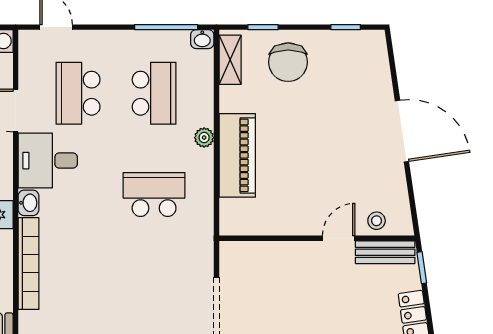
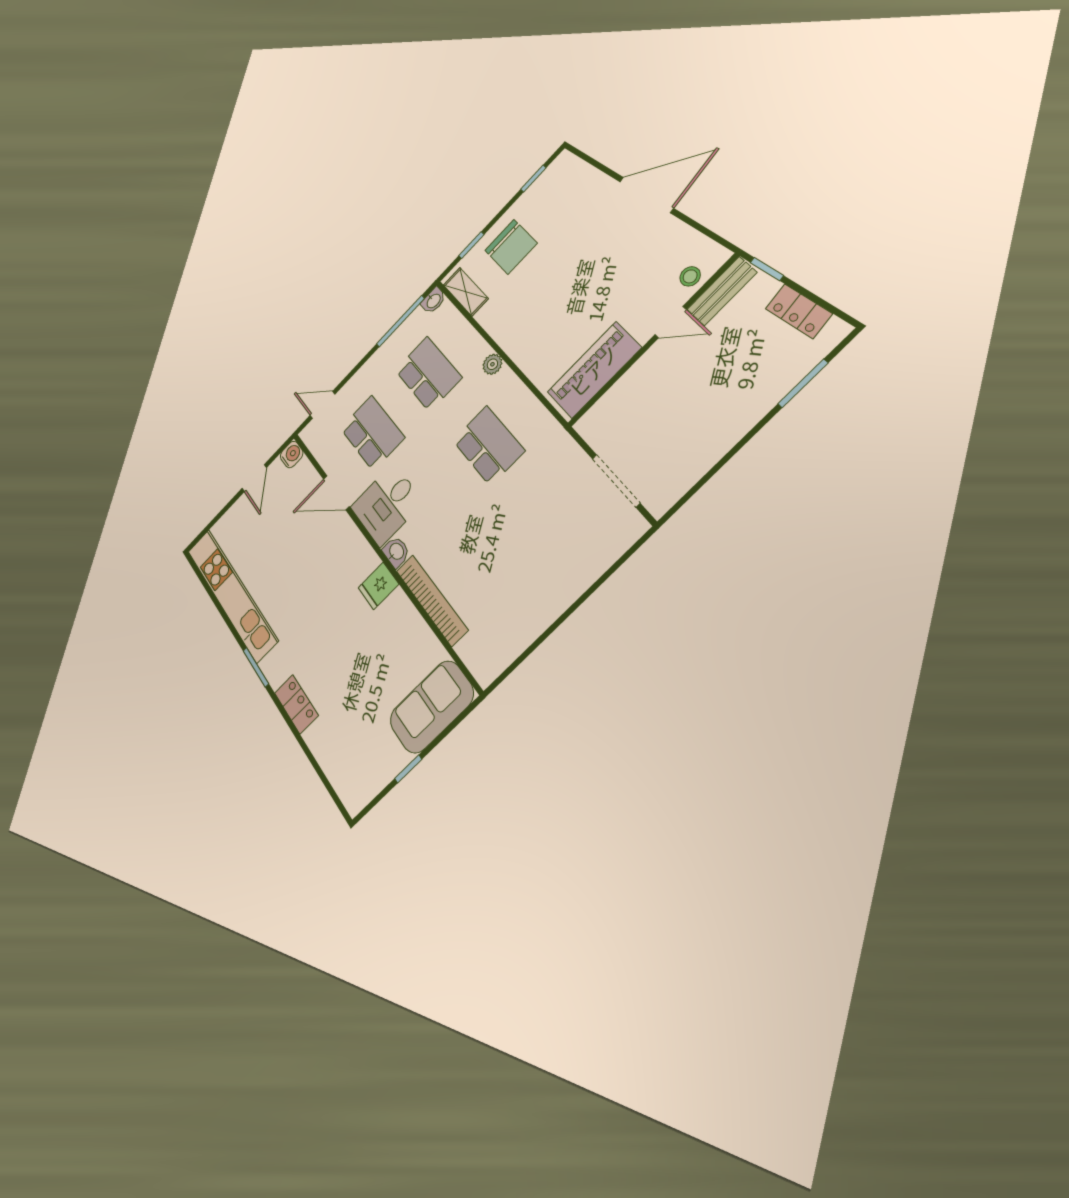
school desk: (78, 93) -> (372, 433), turned 180
piano: (237, 155) -> (594, 370), moved, turned -90
school desk: (154, 195) -> (488, 446), turned 90
door: (339, 238) -> (671, 322), swing flipped

